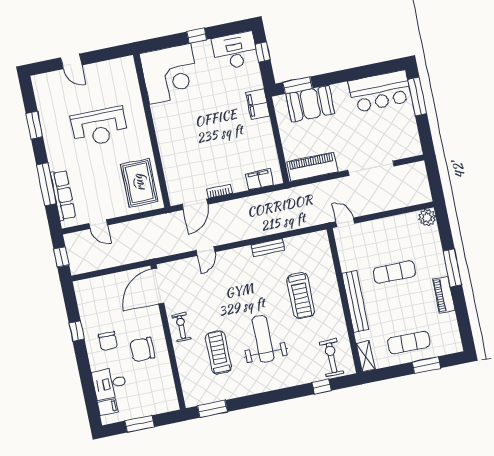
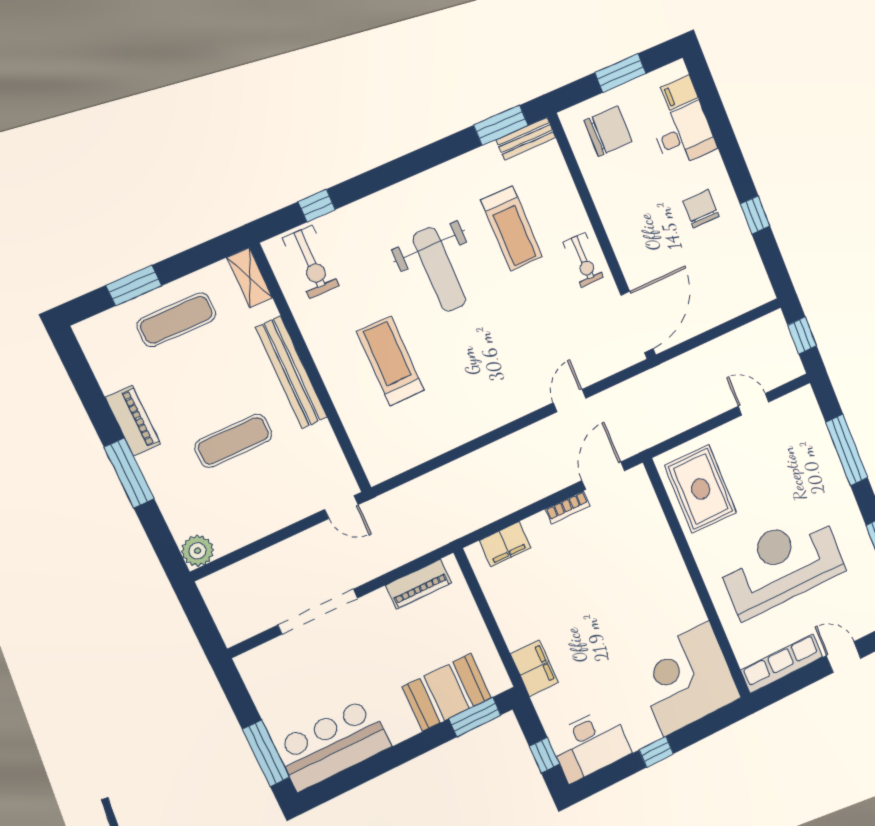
reception desk: (99, 127) -> (781, 564), width x1.36, depth x1.30
piano: (312, 167) -> (418, 584), width x0.73, depth x0.75
row of seats: (63, 195) -> (782, 664), moved, turned 90
bench: (268, 248) -> (526, 139), moved
chair: (142, 349) -> (608, 131), moved

